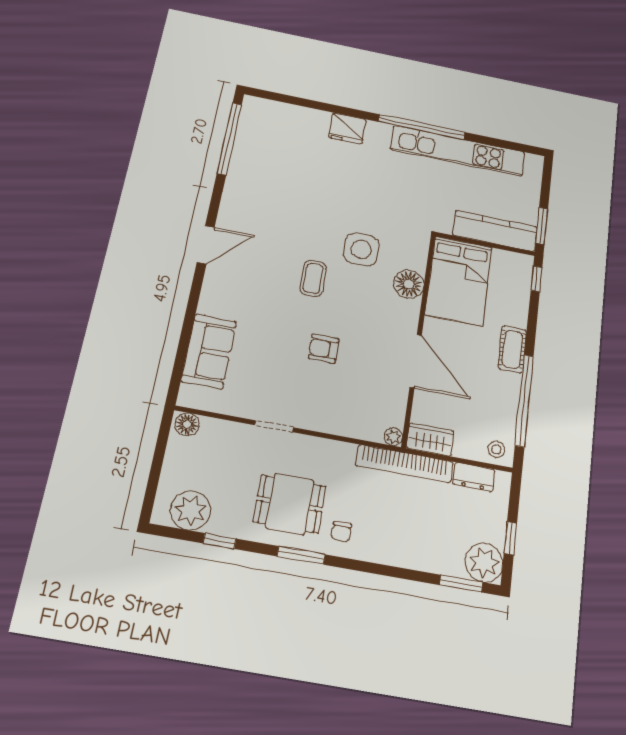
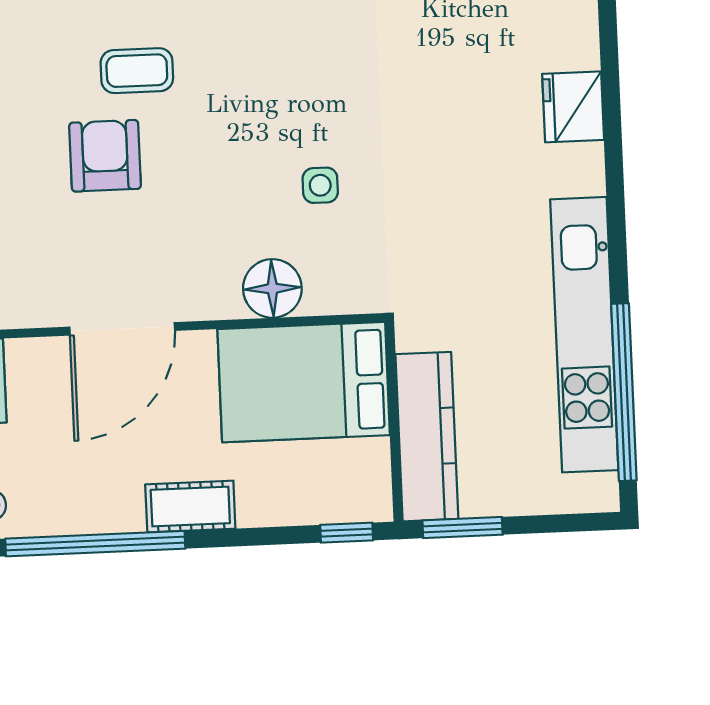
window: (422, 127) -> (624, 392), moved
side table: (361, 249) -> (320, 185), width x0.54, depth x0.54
coffee table: (313, 278) -> (137, 71), moved
armchair: (324, 349) -> (105, 156), width x1.38, depth x1.38

